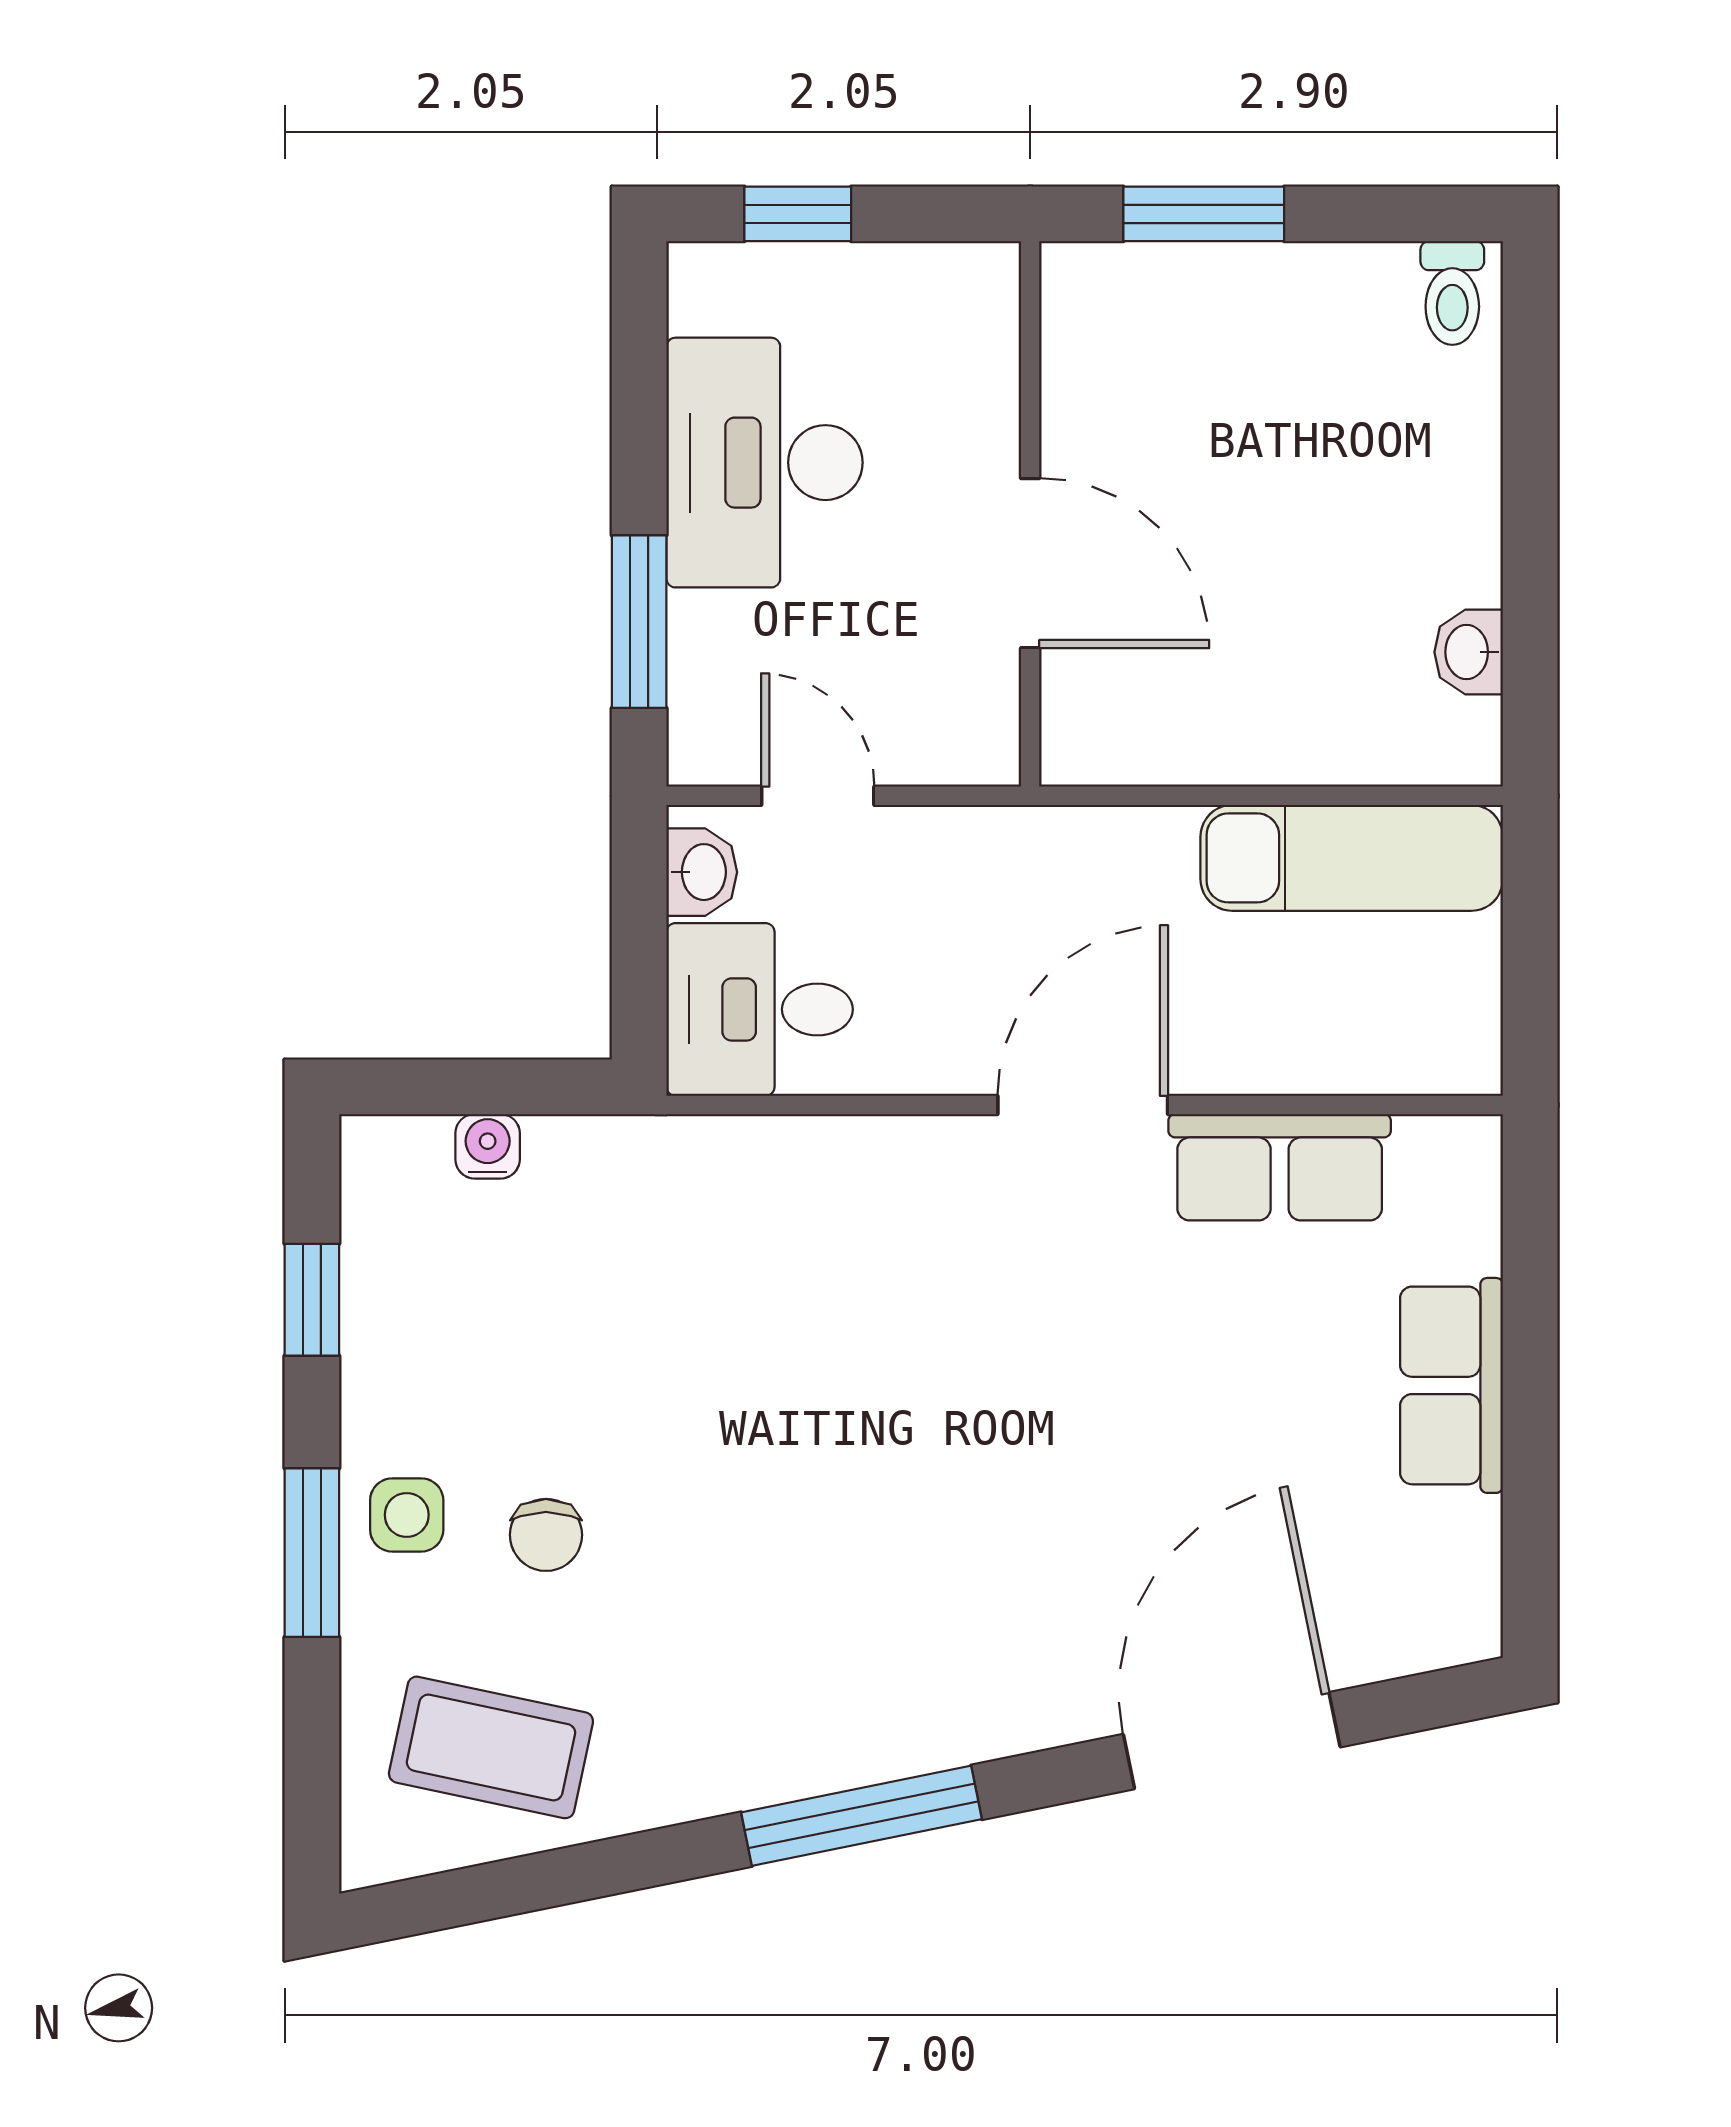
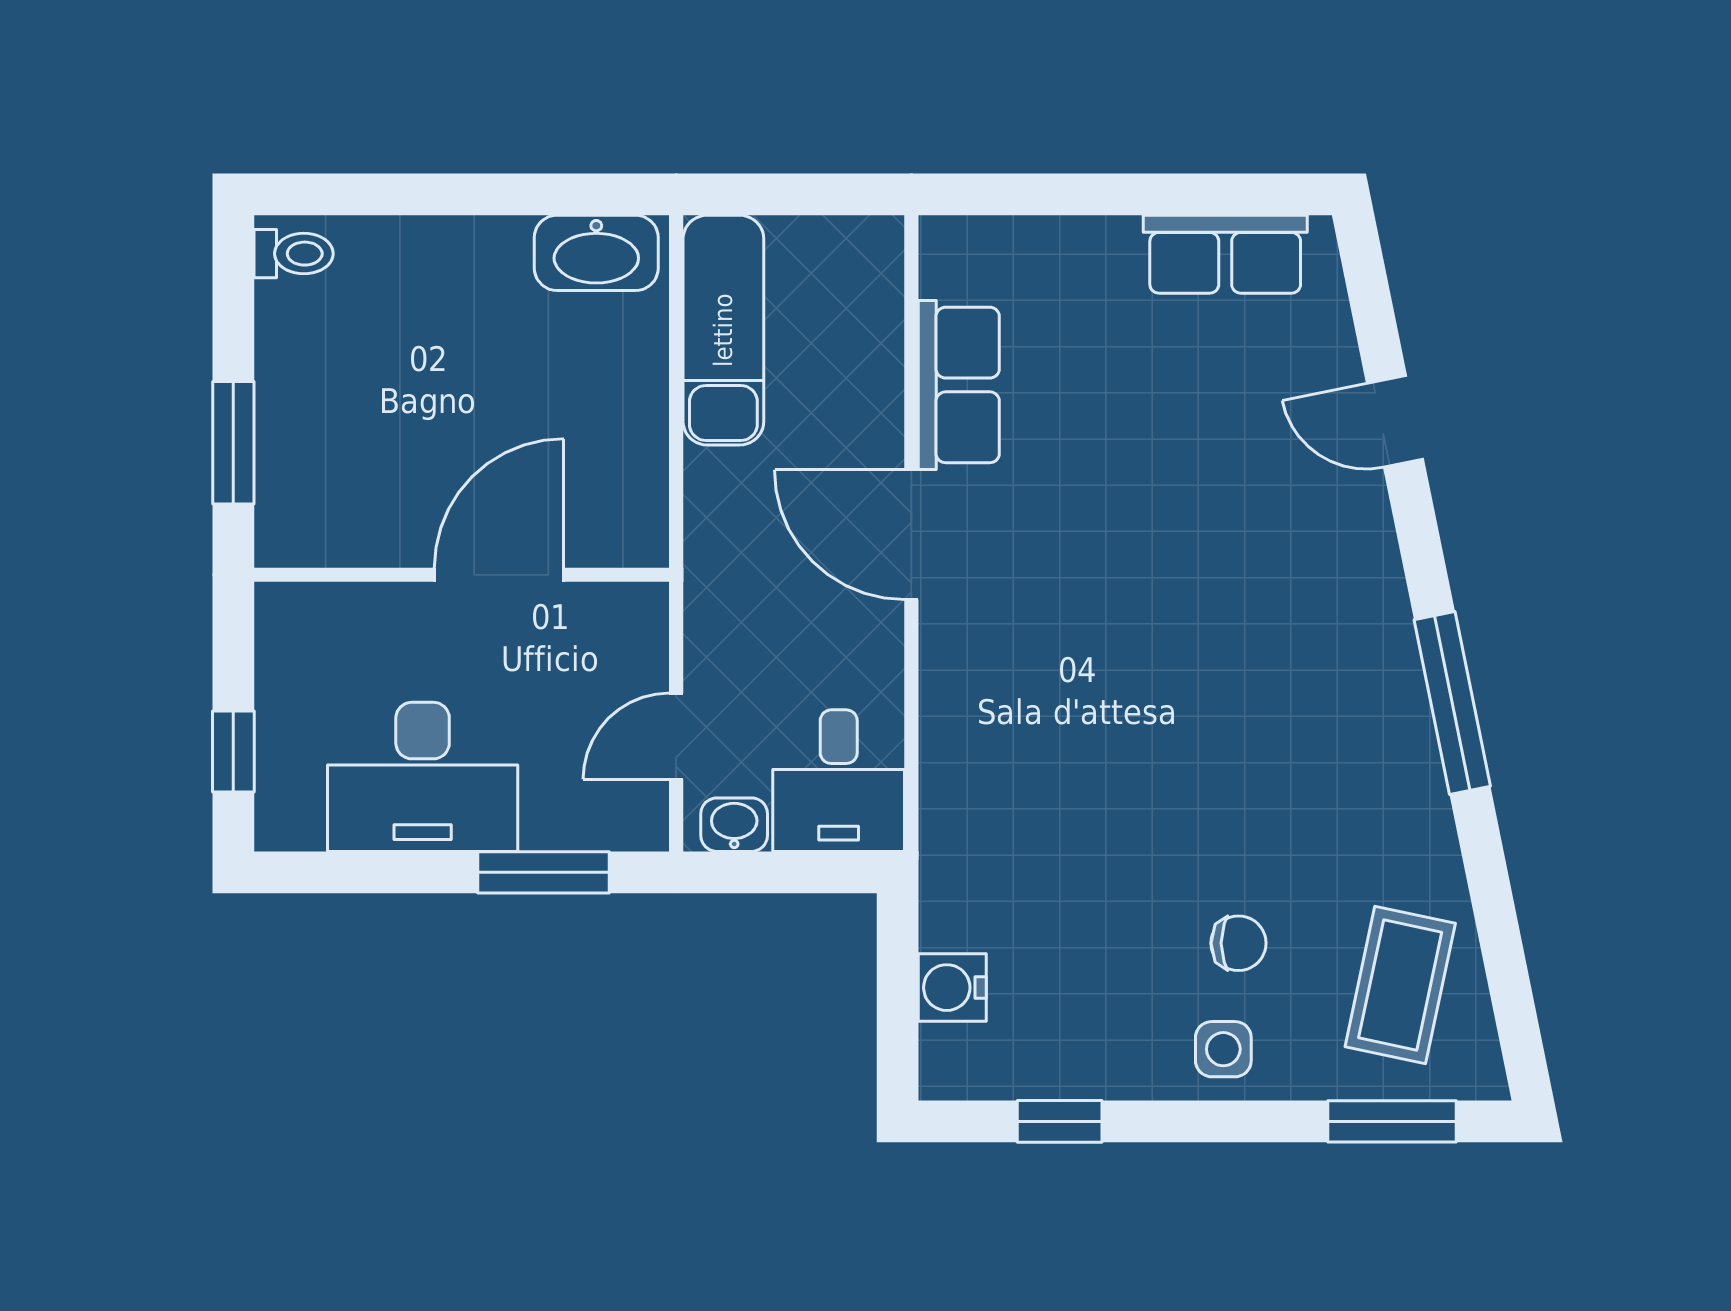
washbasin: (1469, 652) -> (596, 253), width x1.91, depth x1.45
water cooler: (488, 1146) -> (952, 988), width x1.38, depth x1.38
row of seats: (1452, 1385) -> (1225, 254), moved
window: (312, 1553) -> (1392, 1121), moved
door: (1232, 1741) -> (1395, 421), width x0.53

